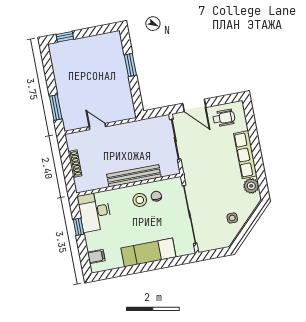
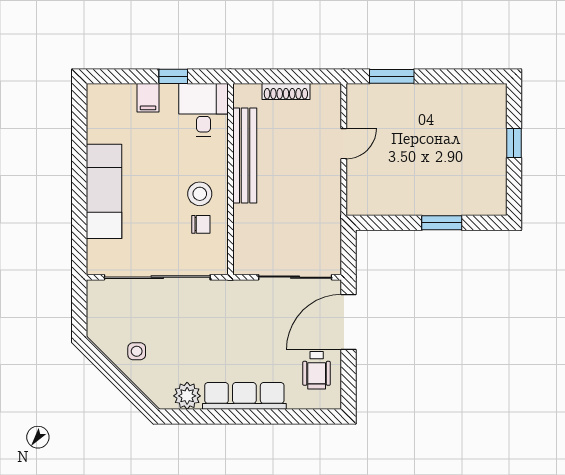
window: (65, 37) -> (514, 143), moved
door: (194, 105) -> (349, 322), width x1.36
bench: (134, 176) -> (245, 155), moved
desk: (95, 212) -> (204, 110), width x0.73
filing cabinet: (96, 256) -> (148, 98), moved

